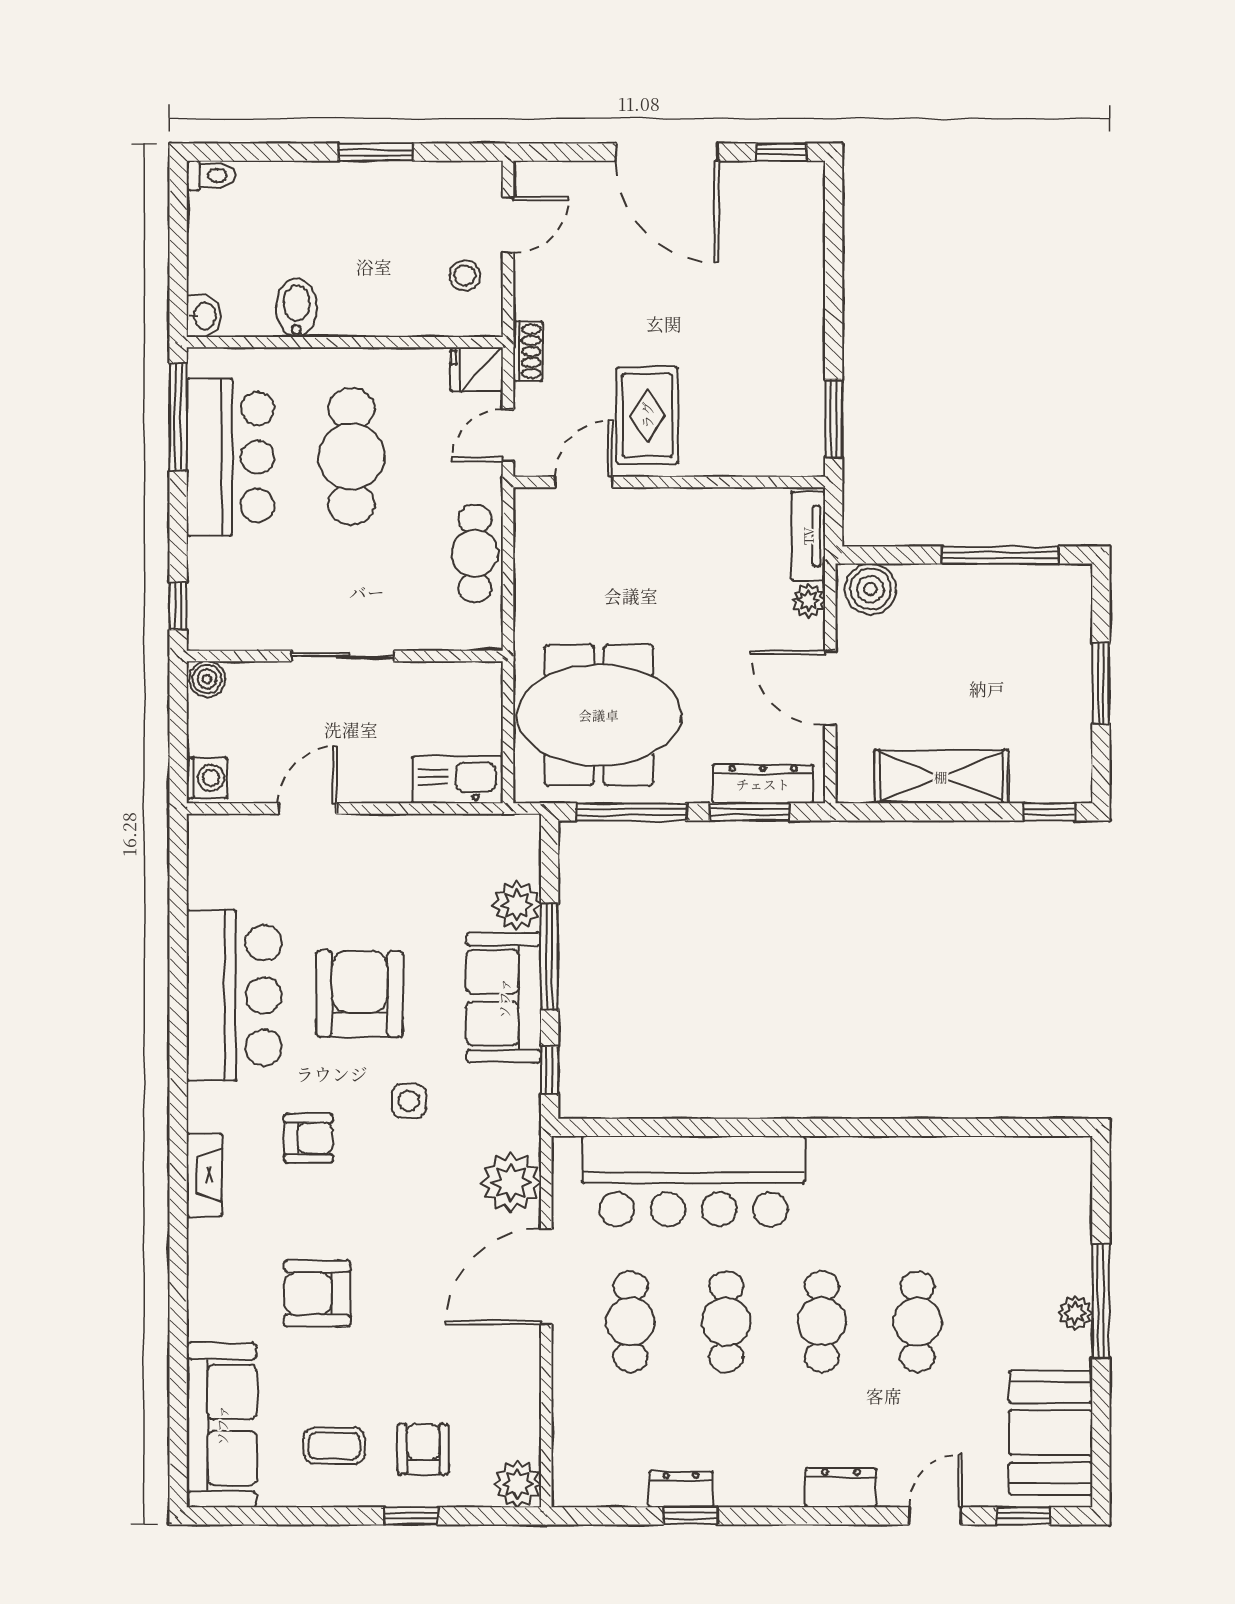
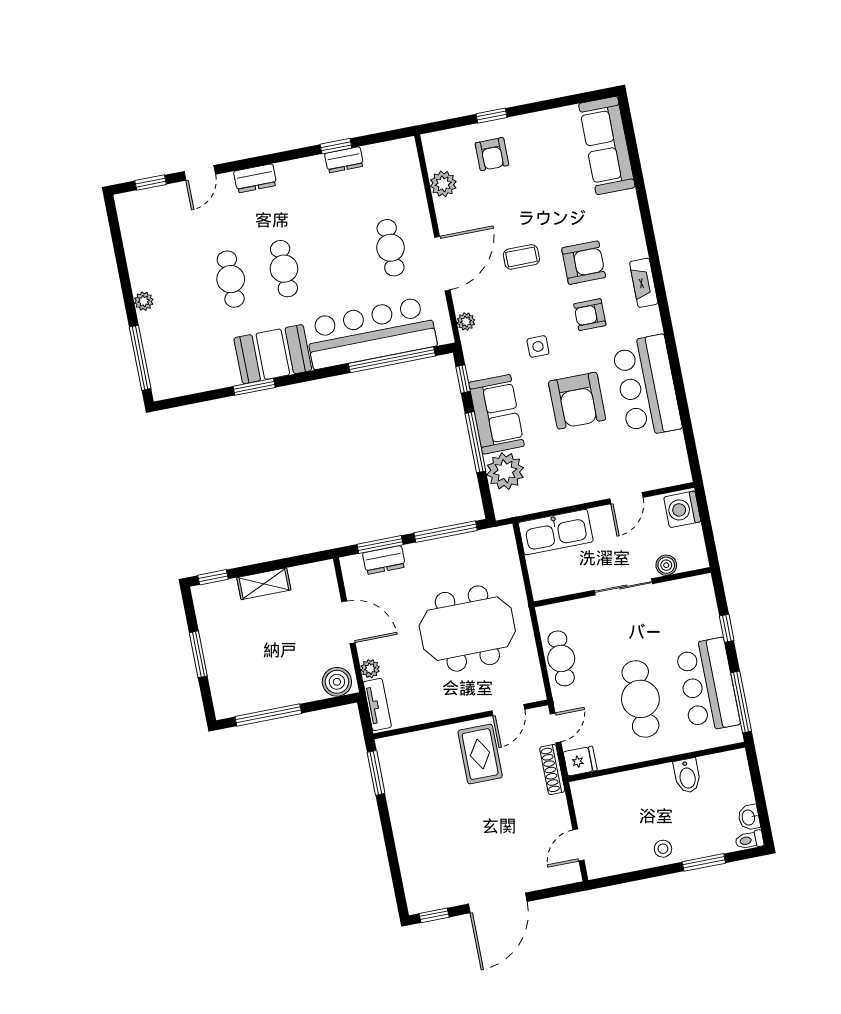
window: (376, 152) -> (704, 862), moved
door: (667, 152) -> (498, 903), swing flipped
stool: (465, 276) -> (663, 849), moved
washbasin: (204, 316) -> (749, 817), moved
shoe rack: (528, 351) -> (552, 770), width x1.43
window: (178, 606) -> (727, 628), moved
boiler: (207, 679) -> (666, 565), moved
meeting table: (599, 715) -> (467, 629), moved
shelving: (941, 777) -> (264, 584), width x0.67, depth x0.75
washing machine: (207, 778) -> (682, 509), width x1.38, depth x1.38
kitchen sink: (458, 780) -> (556, 532), width x1.36, depth x1.24
dresser: (763, 784) -> (384, 560), width x0.70
plant: (517, 905) -> (505, 471), width x1.36, depth x1.36
window: (666, 1127) -> (392, 360), added
window: (914, 1127) -> (254, 387), added
plant: (511, 1182) -> (466, 322), width x0.53, depth x0.53
armchair: (317, 1293) -> (584, 263), moved
window: (1101, 1301) -> (140, 358), moved
cafe table: (726, 1322) -> (337, 258), removed
booth: (1051, 1433) -> (273, 354), moved, turned 90
coffee table: (334, 1446) -> (521, 257), moved
plant: (518, 1484) -> (443, 184), moved

